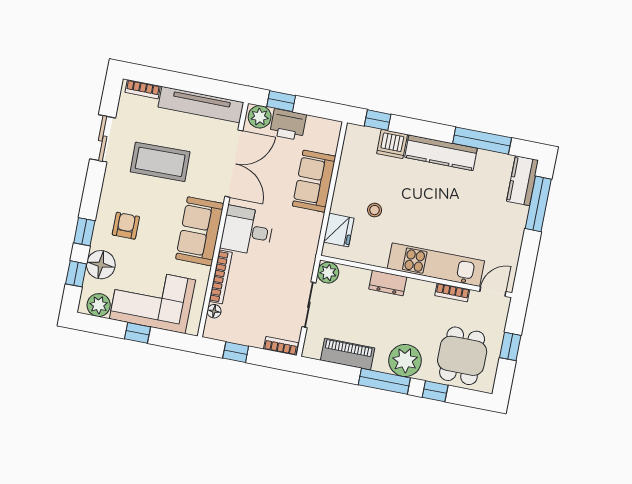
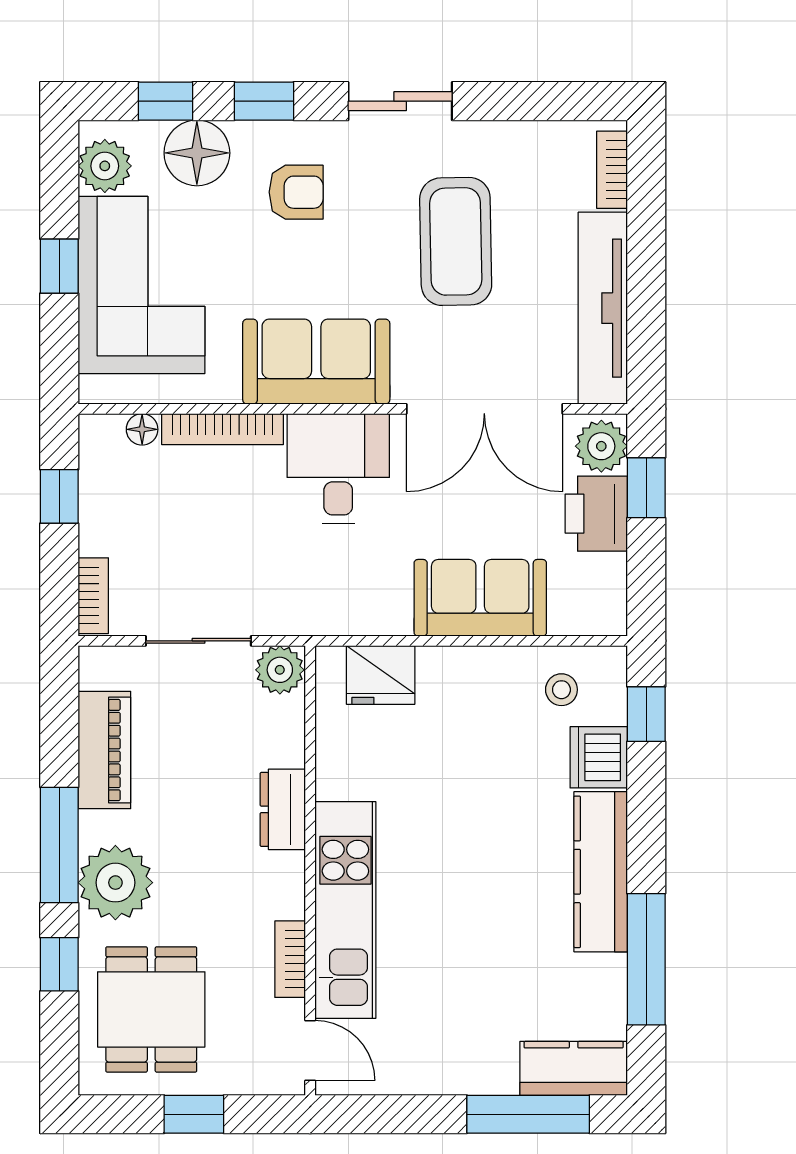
sliding door: (103, 138) -> (400, 101), moved
stool: (375, 210) -> (561, 690), moved
dining table: (462, 356) -> (151, 1009), turned 90

